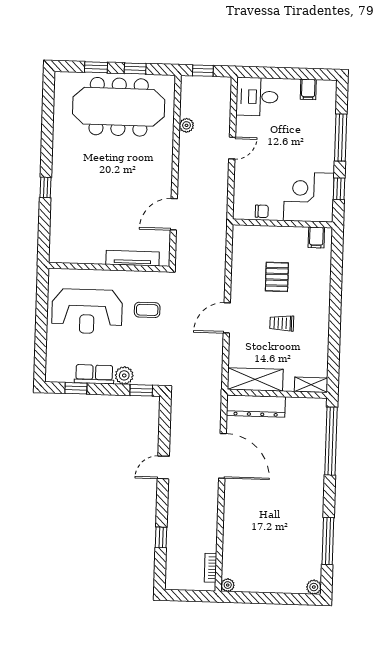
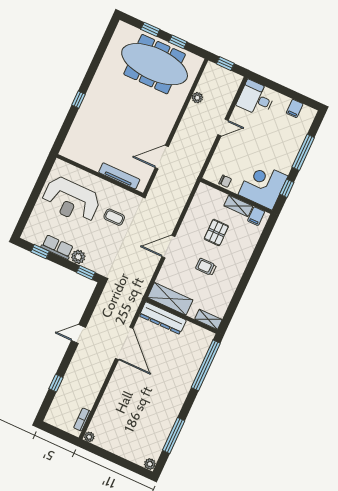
shelving: (290, 234) -> (238, 206), added

